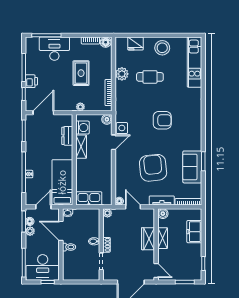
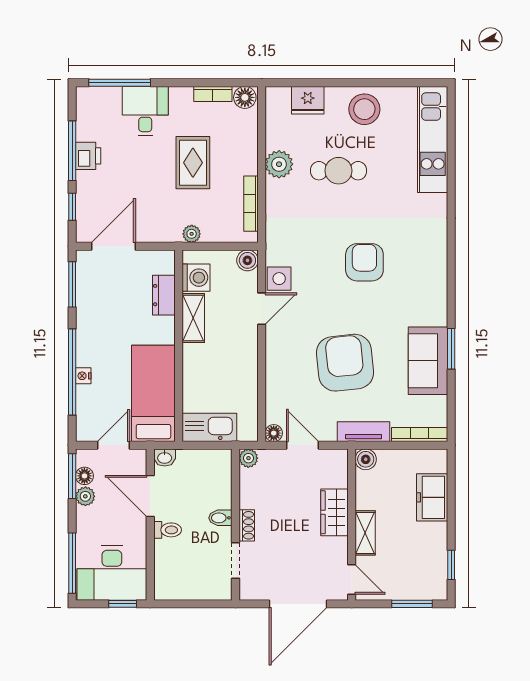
desk: (54, 49) -> (145, 111), width x0.73
printer: (31, 81) -> (88, 156), moved
armchair: (162, 120) -> (364, 262), turned -90
shelving: (163, 238) -> (365, 533), moved

